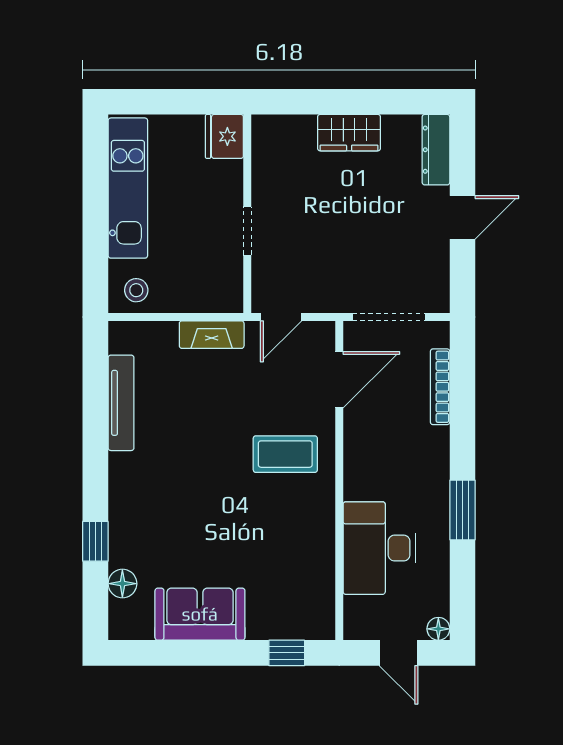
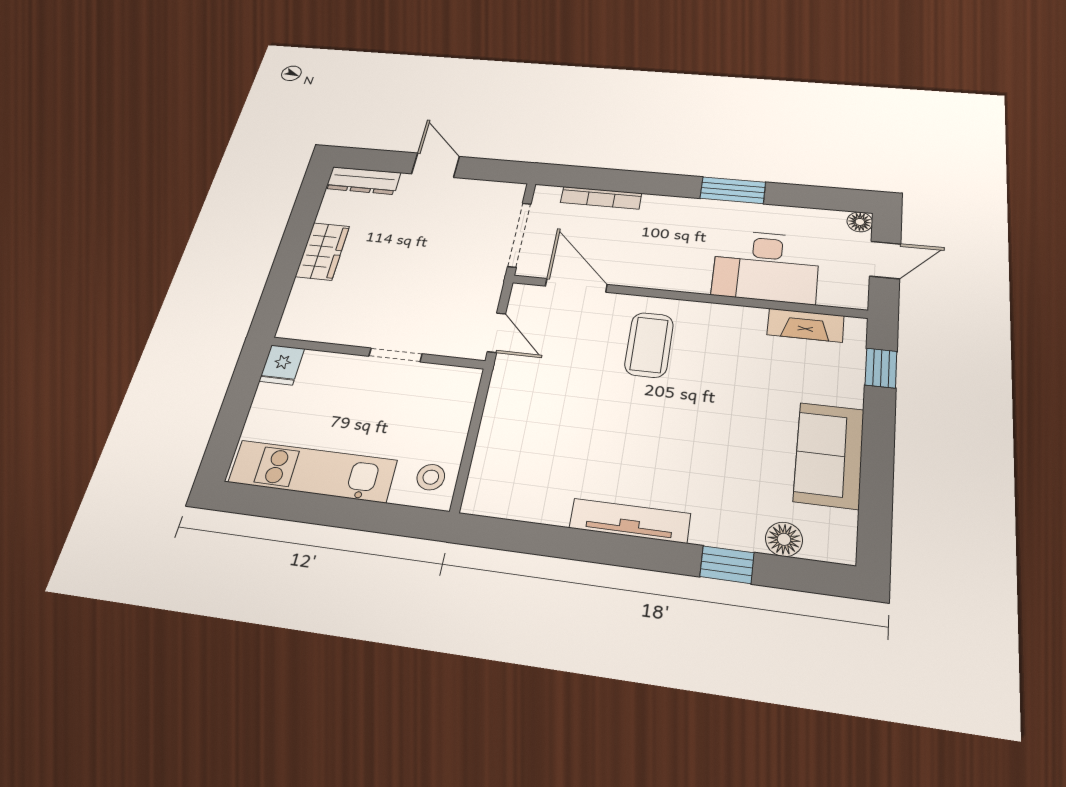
fridge: (224, 136) -> (282, 365), width x0.72
fireplace: (212, 335) -> (806, 325), moved, turned 90
tv unit: (121, 403) -> (630, 521), moved

